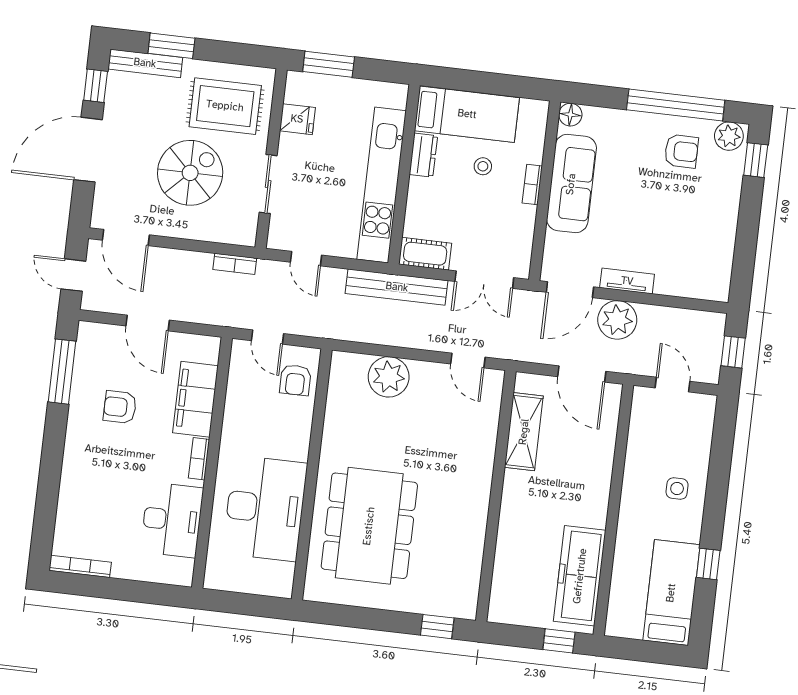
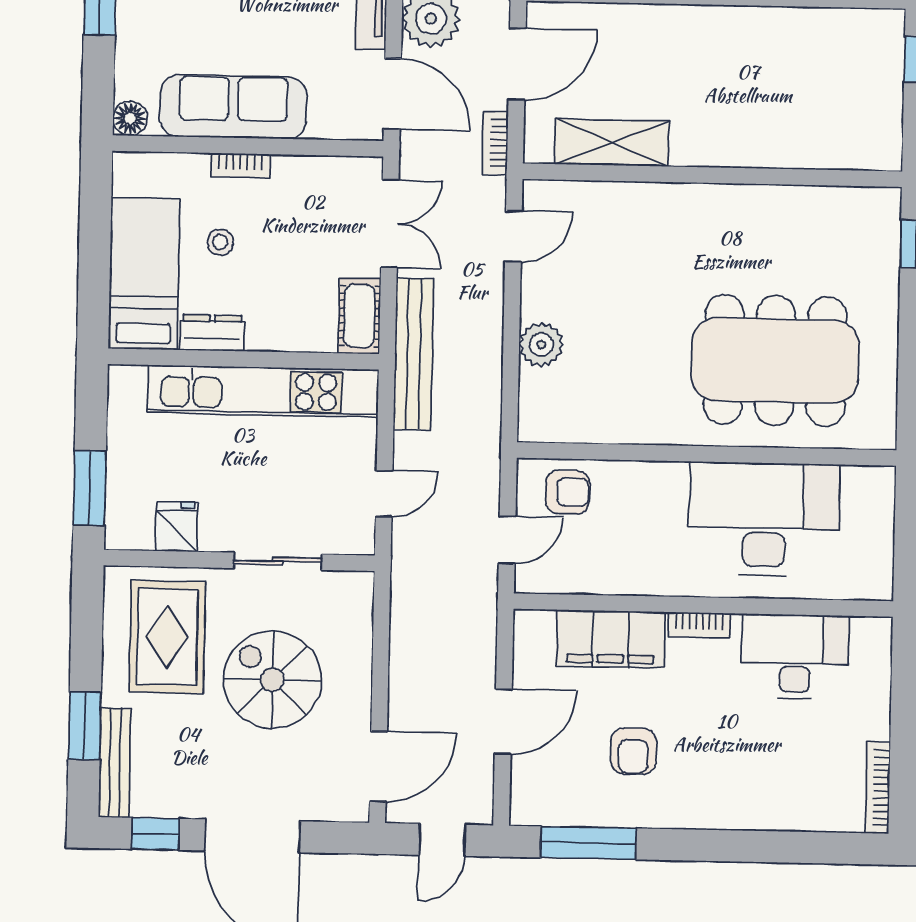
bookcase: (235, 264) -> (495, 143), moved, turned 180
plant: (389, 377) -> (541, 345), width x0.73, depth x0.73
freezer: (580, 576) -> (820, 38), removed

